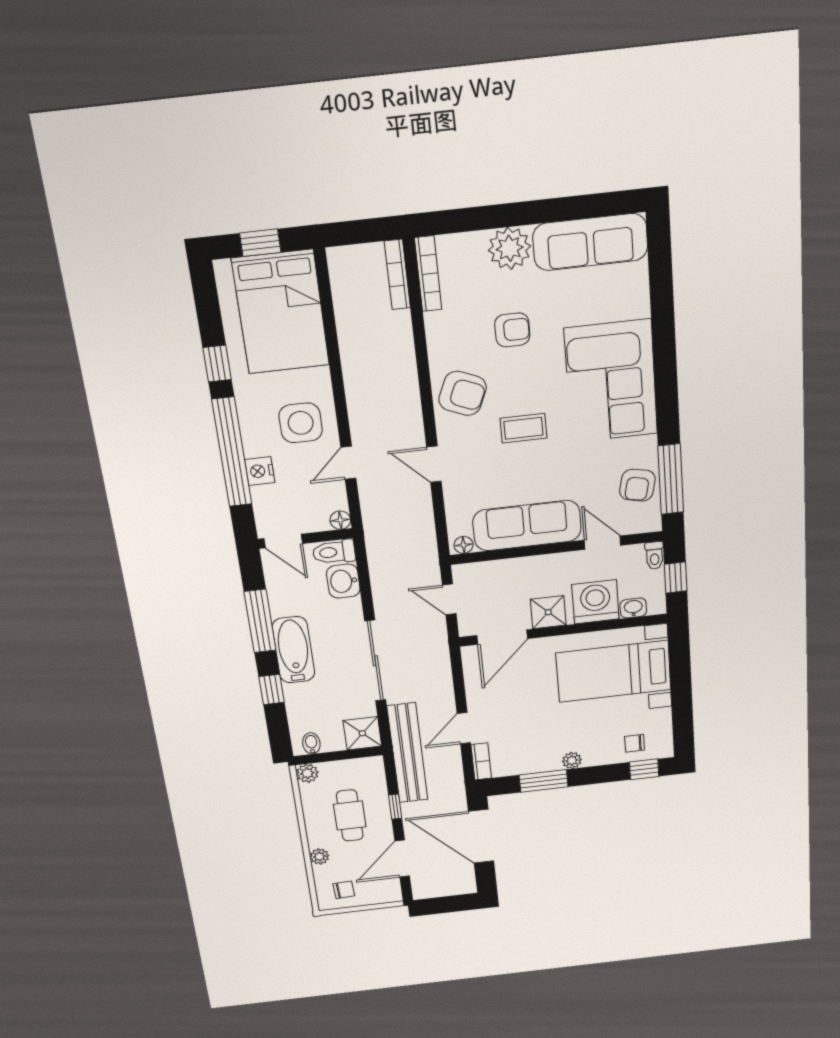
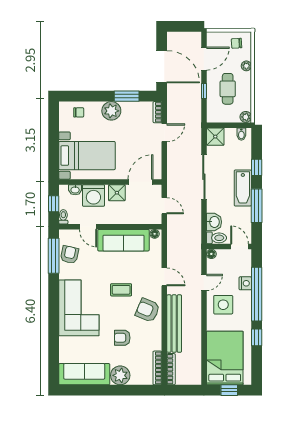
bench: (407, 753) -> (174, 324), moved
plant: (572, 761) -> (111, 111), width x1.87, depth x1.87
window: (644, 769) -> (75, 96), removed

